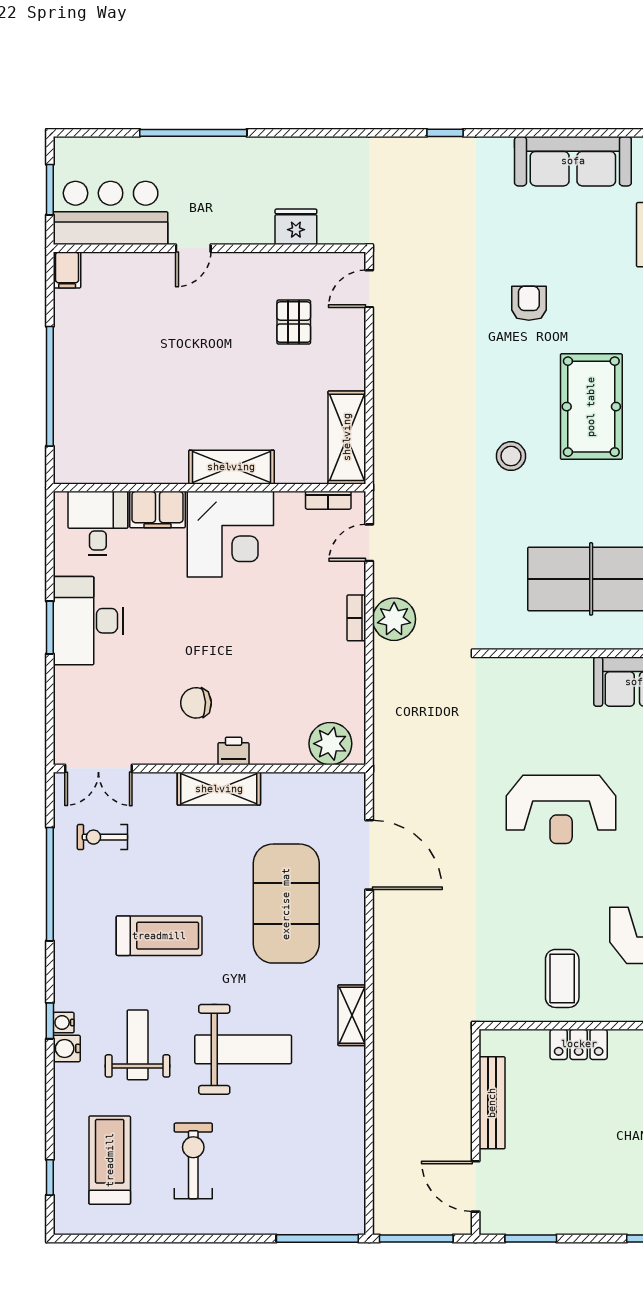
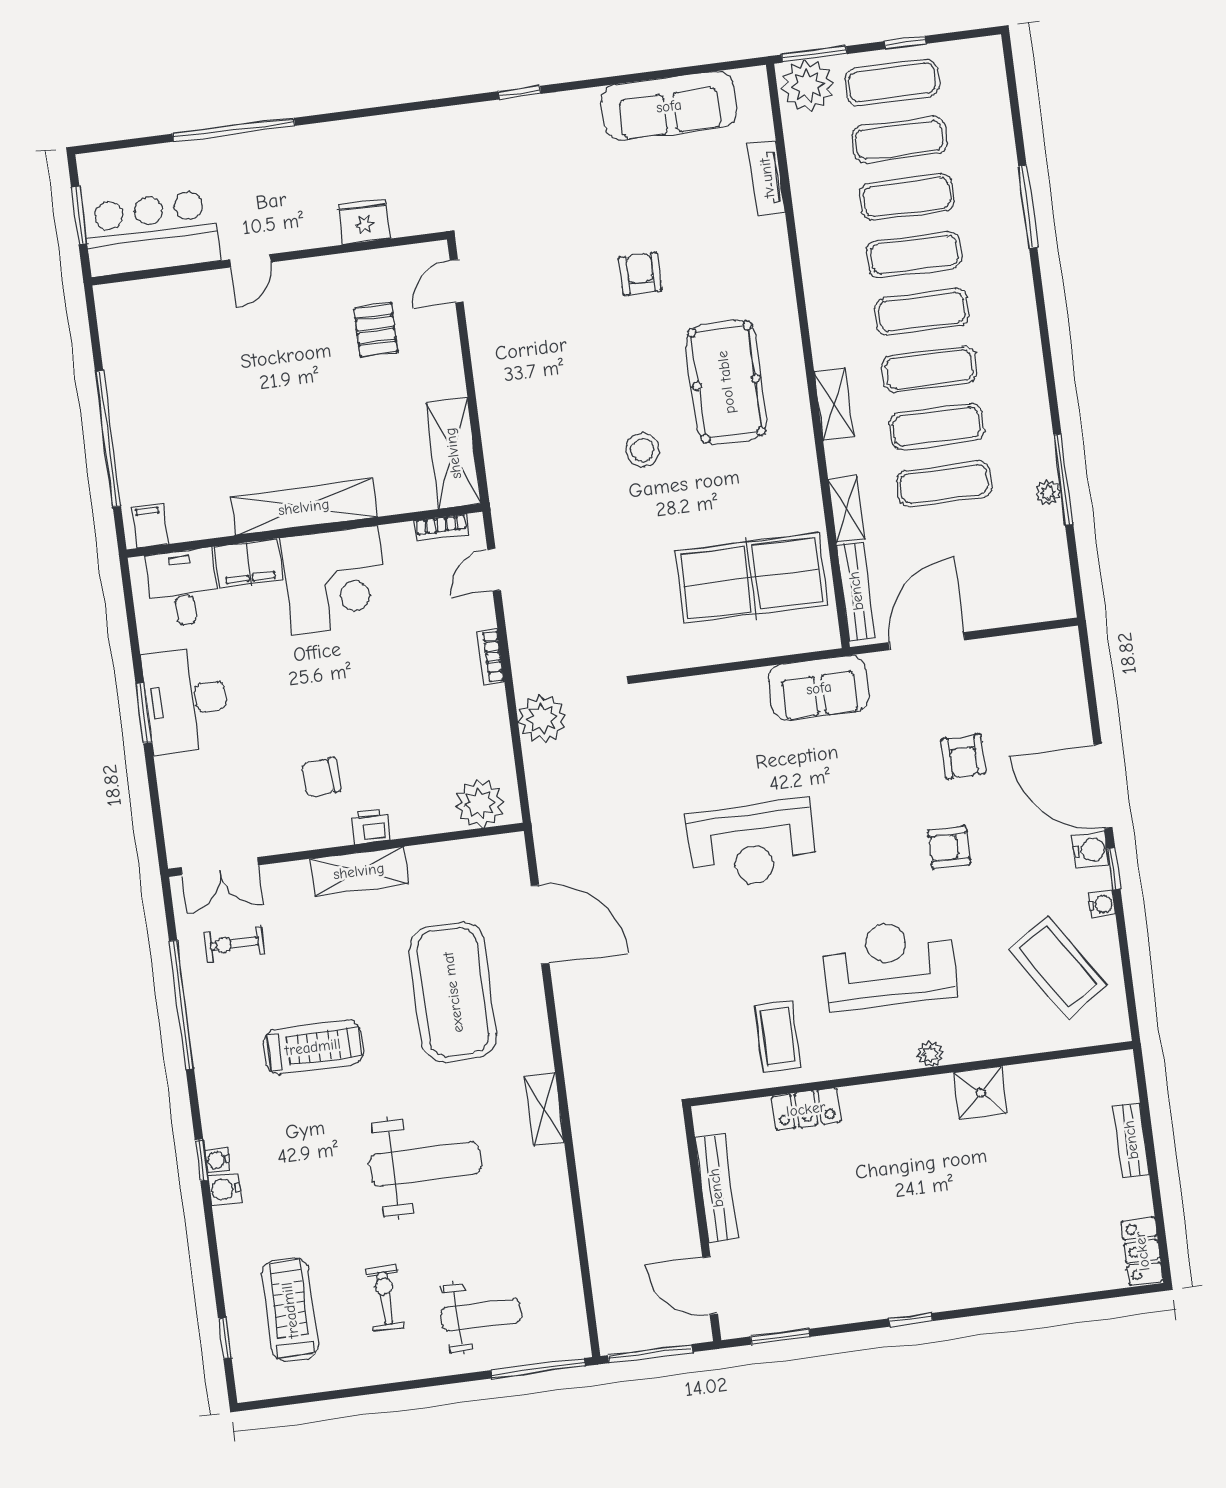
filing cabinet: (67, 270) -> (149, 526), moved, turned 180
shelving: (231, 467) -> (304, 507), width x1.47
plant: (394, 619) -> (542, 719), moved
weight bench: (138, 1045) -> (481, 1315), moved, turned 90
exercise bike: (193, 1161) -> (385, 1298), width x0.73, depth x0.72

